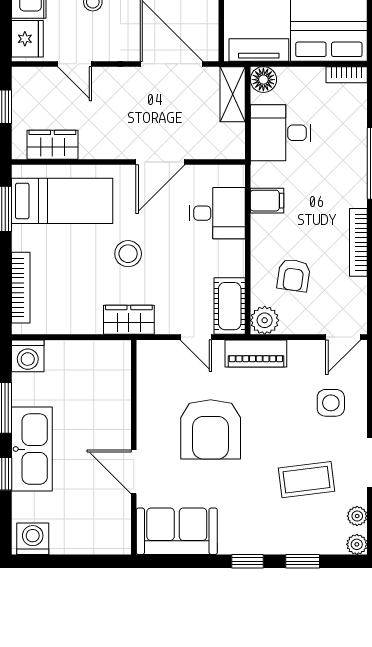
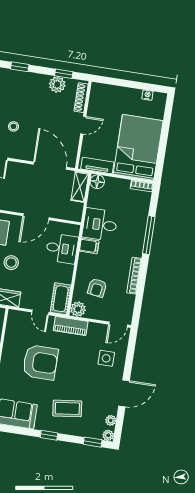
desk: (281, 133) -> (100, 225), moved
armchair: (211, 429) -> (40, 362), turned -90
coffee table: (307, 480) -> (67, 408), moved
window: (303, 561) -> (93, 442), moved

